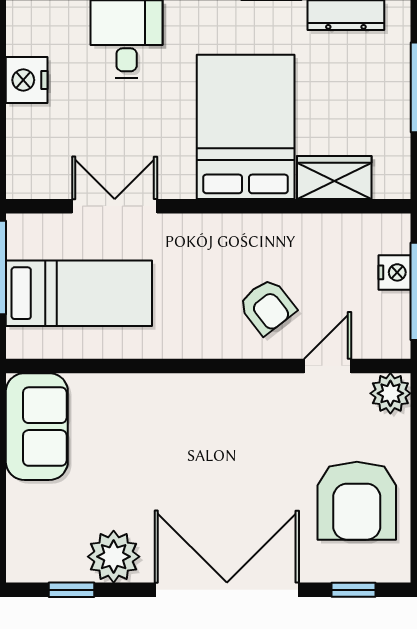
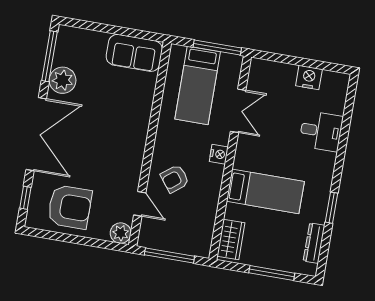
bed: (246, 127) -> (265, 191), width x0.67
wardrobe: (334, 178) -> (231, 239), moved
nightstand: (395, 272) -> (219, 154), moved, turned -90
armchair: (357, 501) -> (70, 207), turned 180
window: (72, 590) -> (50, 56), width x2.17

